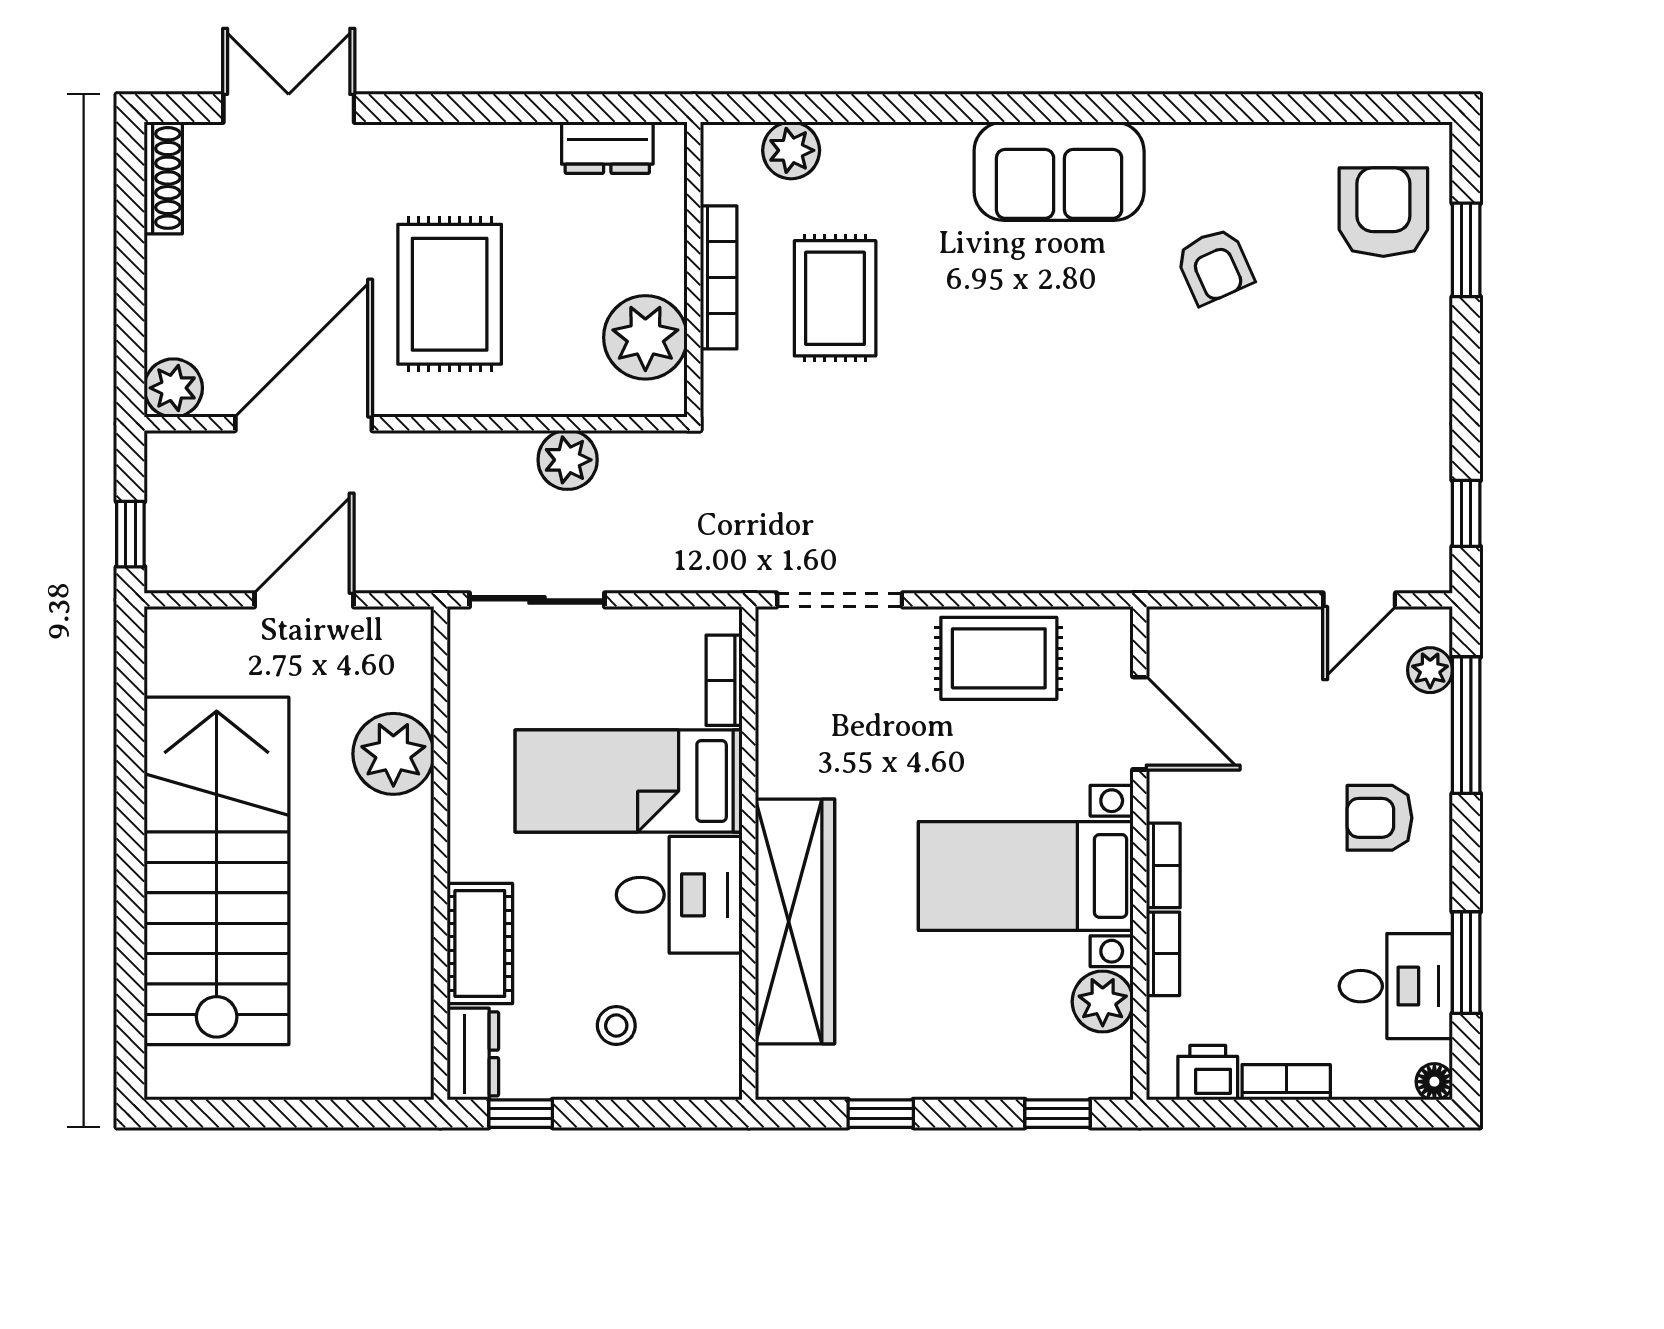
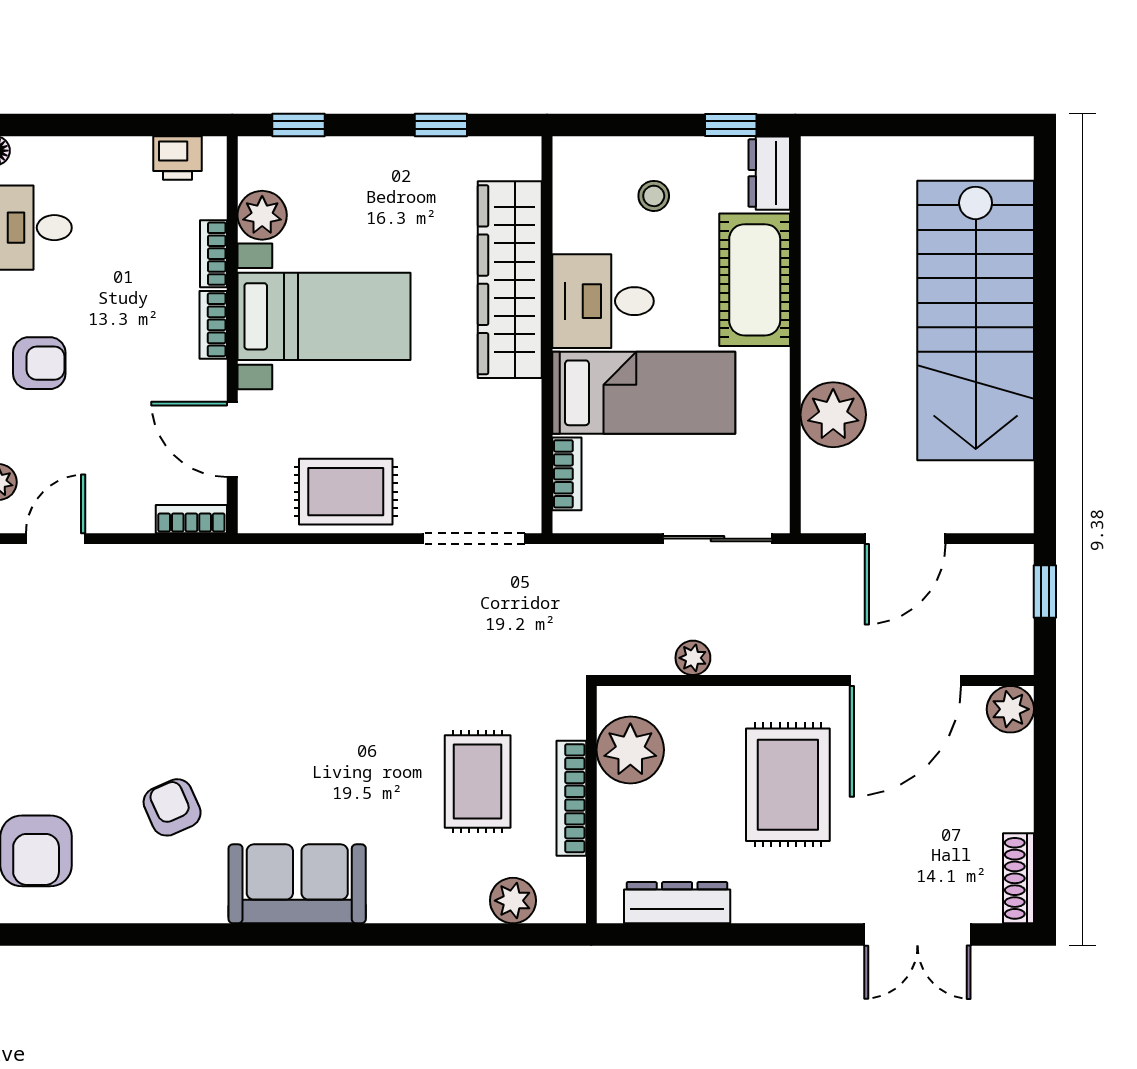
dresser: (607, 148) -> (677, 903), width x1.44
plant: (568, 460) -> (693, 658), width x0.73, depth x0.73
cot: (480, 944) -> (755, 280), width x1.37, depth x1.34
bookcase: (1286, 1082) -> (191, 519), moved, turned 180

